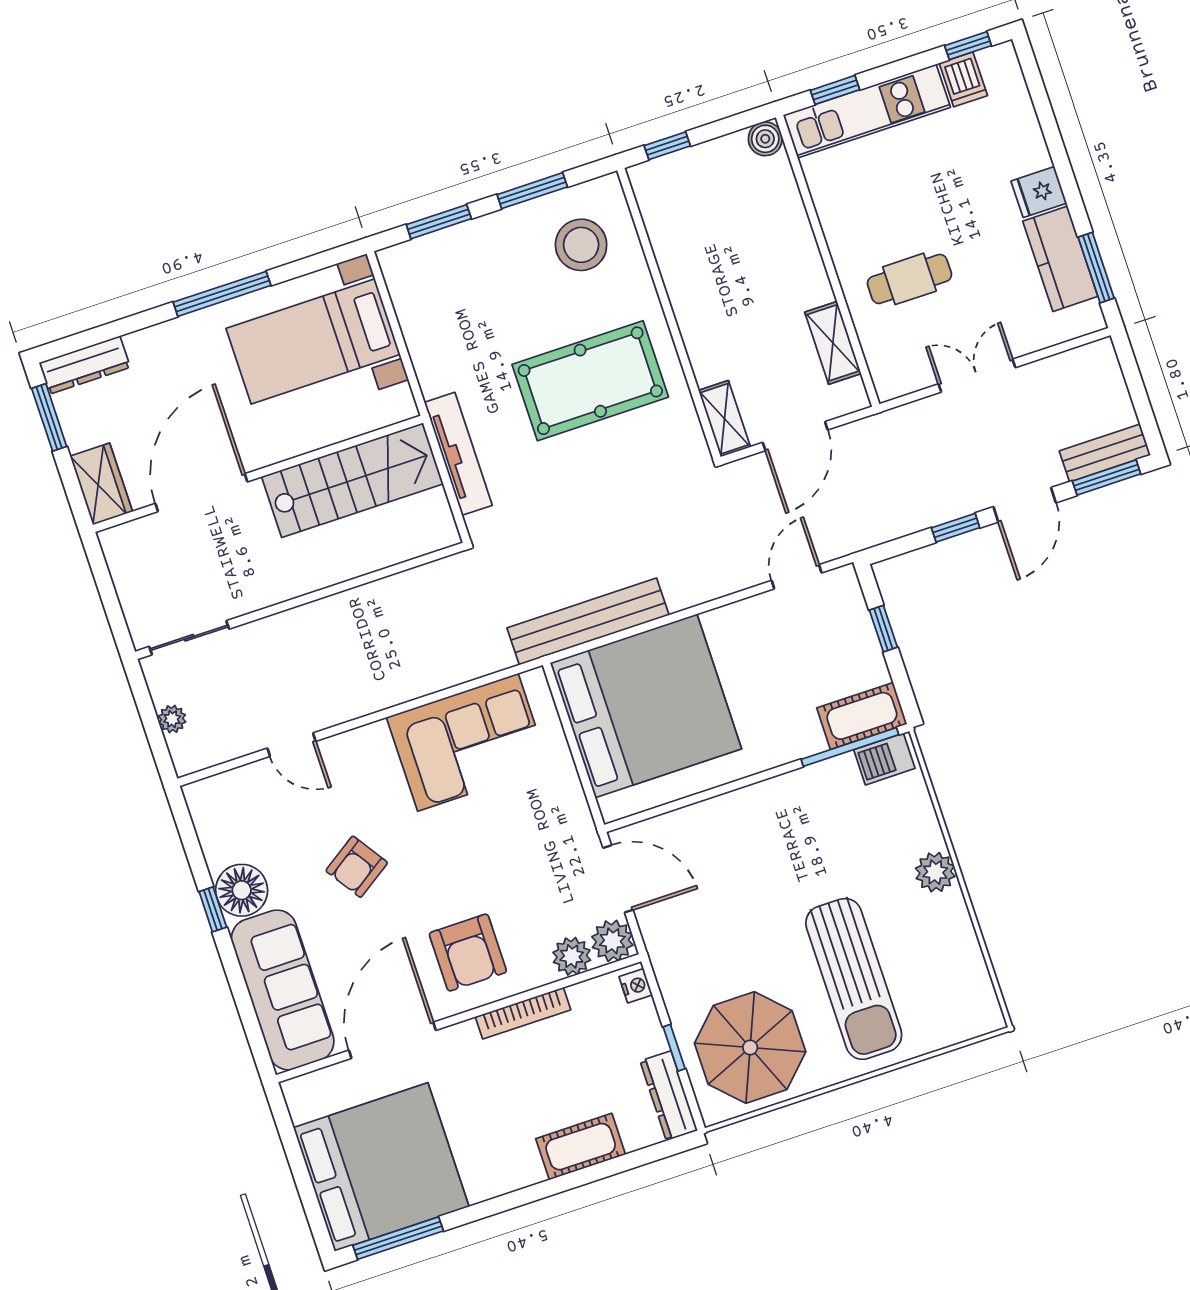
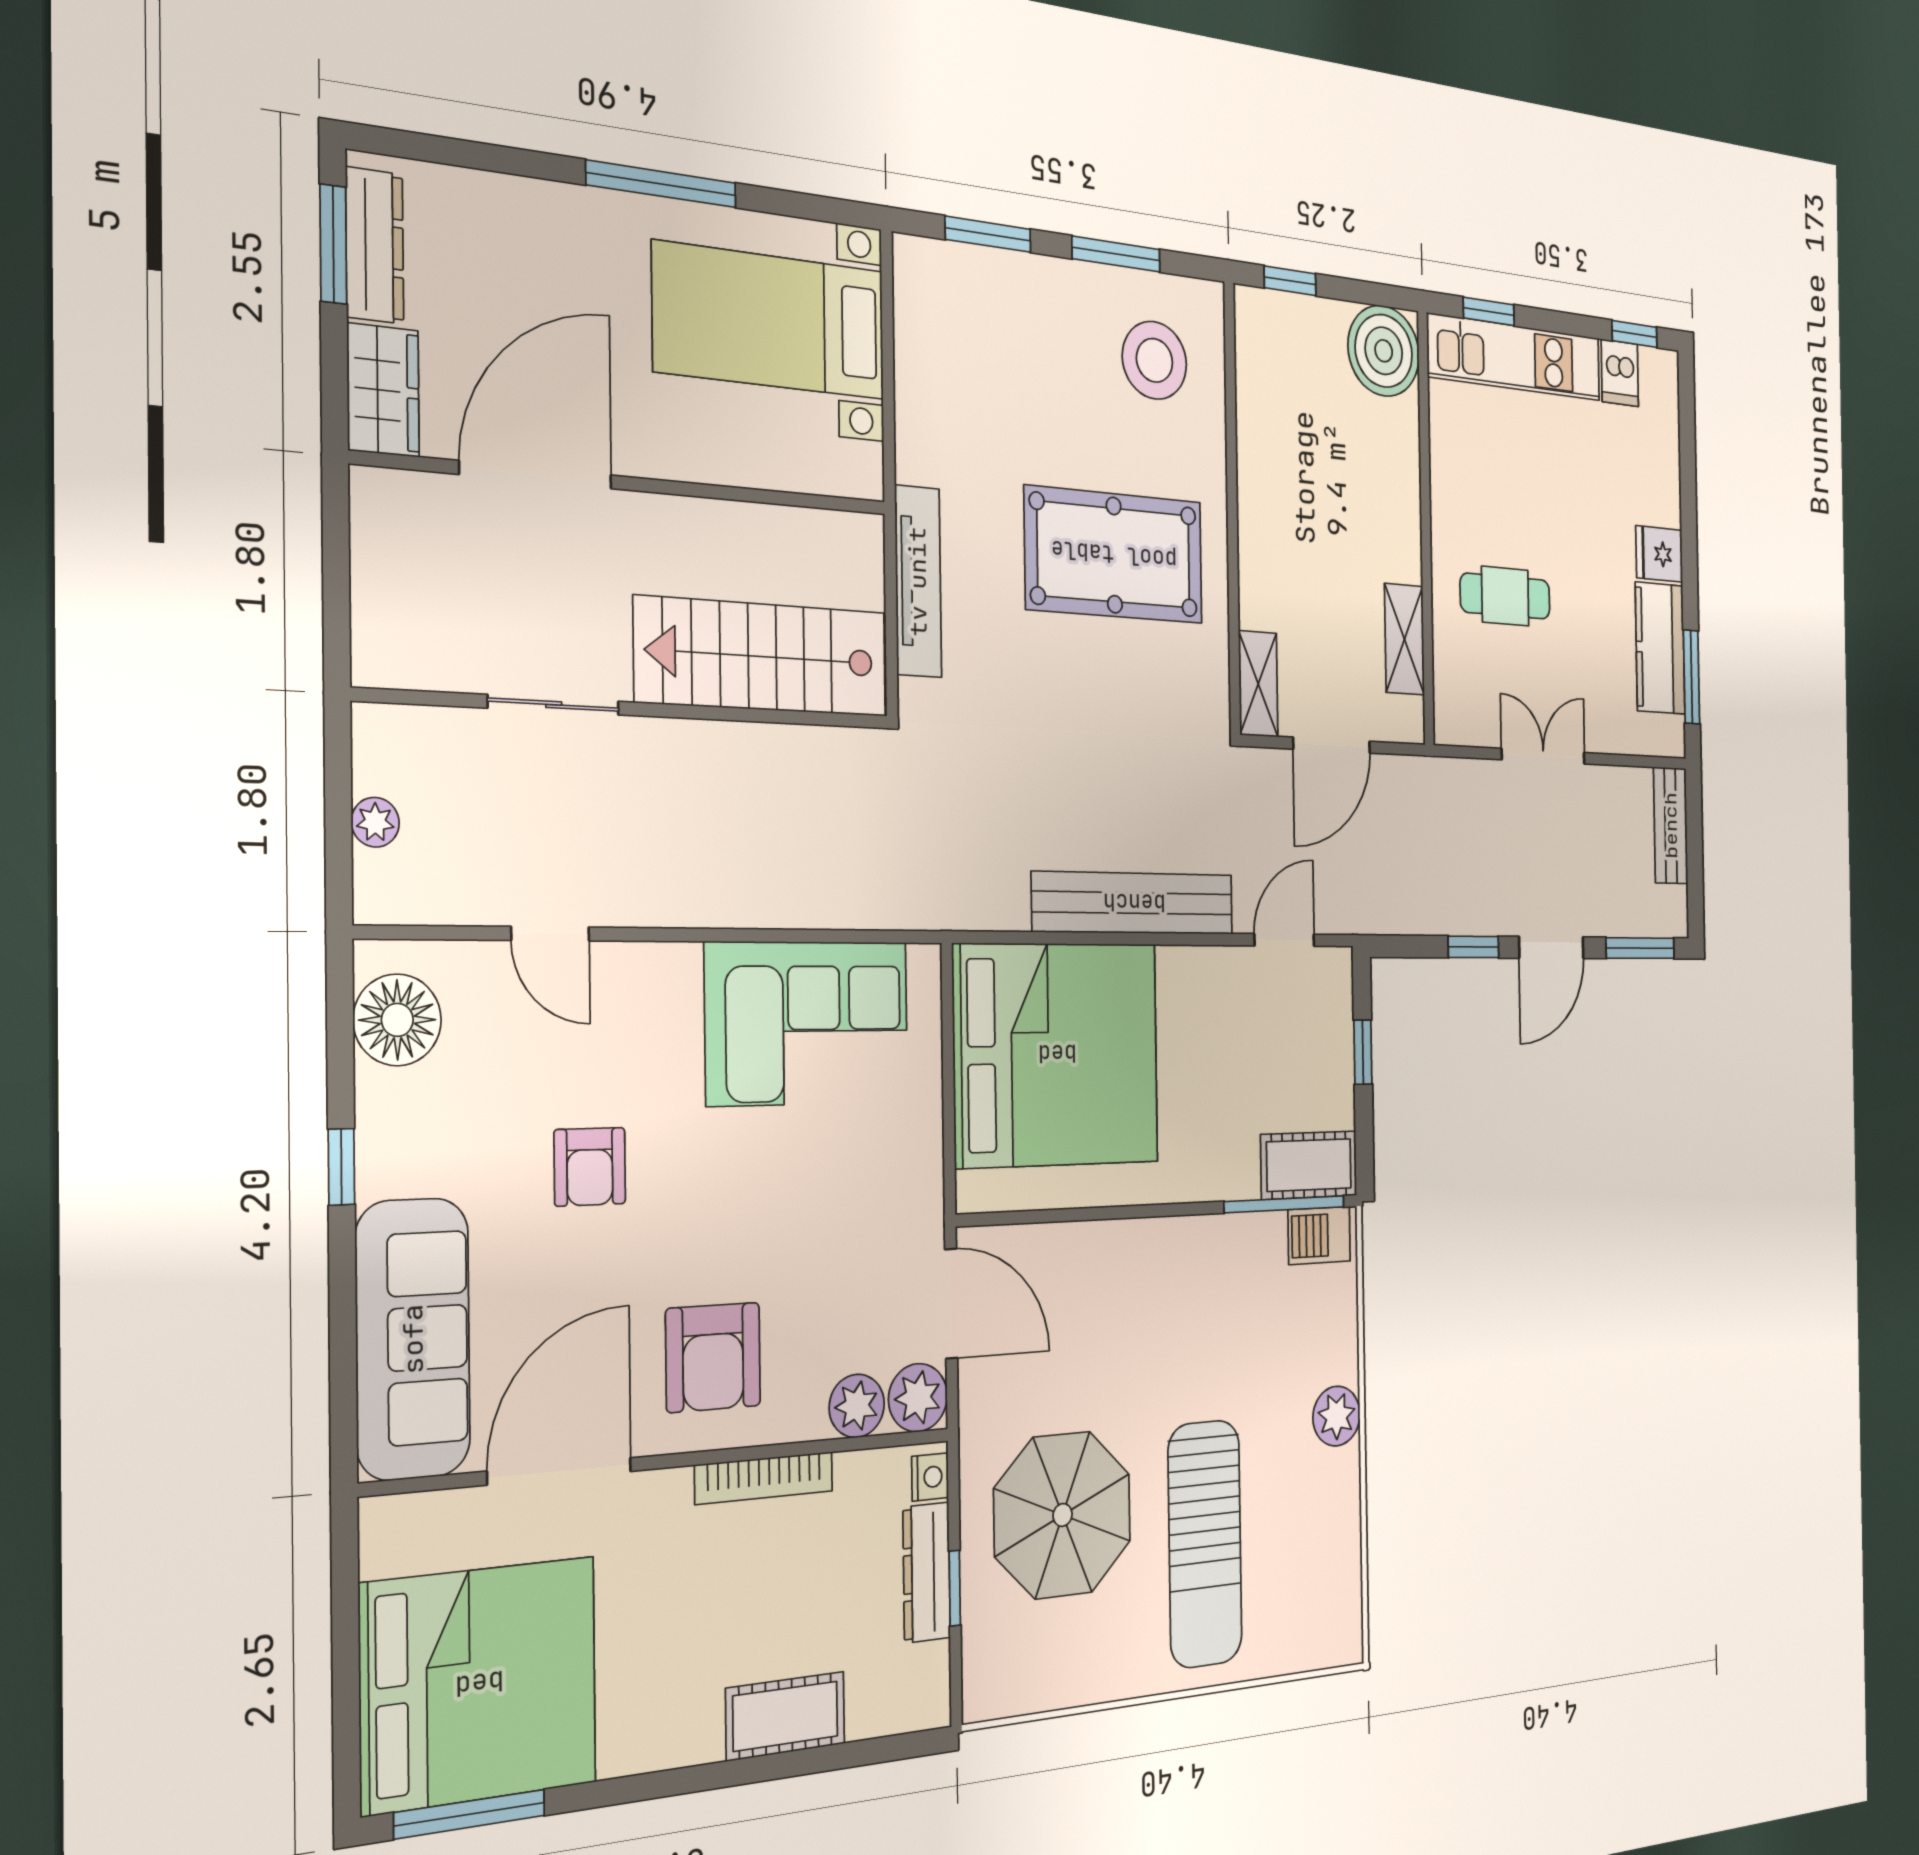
boiler: (765, 139) -> (1384, 351), width x1.86, depth x1.86
dresser: (85, 365) -> (375, 245), moved, turned -90
bench: (1105, 453) -> (1671, 825), moved, turned 90
stairs: (352, 480) -> (762, 657), moved, turned 180
bench: (588, 621) -> (1134, 903), moved
sliding door: (189, 638) -> (554, 705), moved
armchair: (357, 867) -> (590, 1167), turned -56
floor lamp: (242, 890) -> (397, 1020), moved
parasol: (750, 1048) -> (1063, 1515), moved
dresser: (669, 1096) -> (927, 1573), moved

